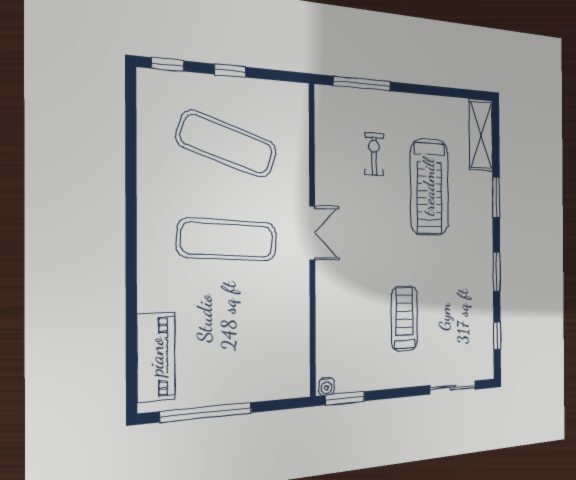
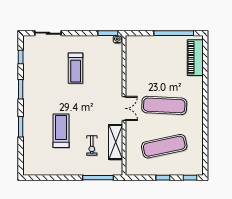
shelving: (481, 135) -> (116, 142), moved
exercise mat: (227, 144) -> (164, 146), turned -30
treadmill: (429, 187) -> (61, 131), width x0.73, depth x0.73
double door: (312, 233) -> (124, 108), swing flipped

